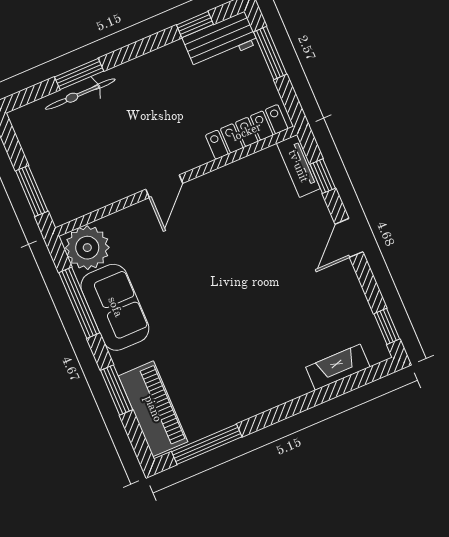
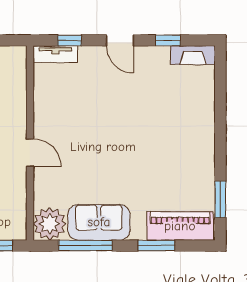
locker: (247, 132) -> (17, 80), removed
window: (387, 326) -> (168, 40), moved
fireplace: (338, 367) -> (193, 55), moved, turned -90
window: (207, 444) -> (220, 199), width x0.69

